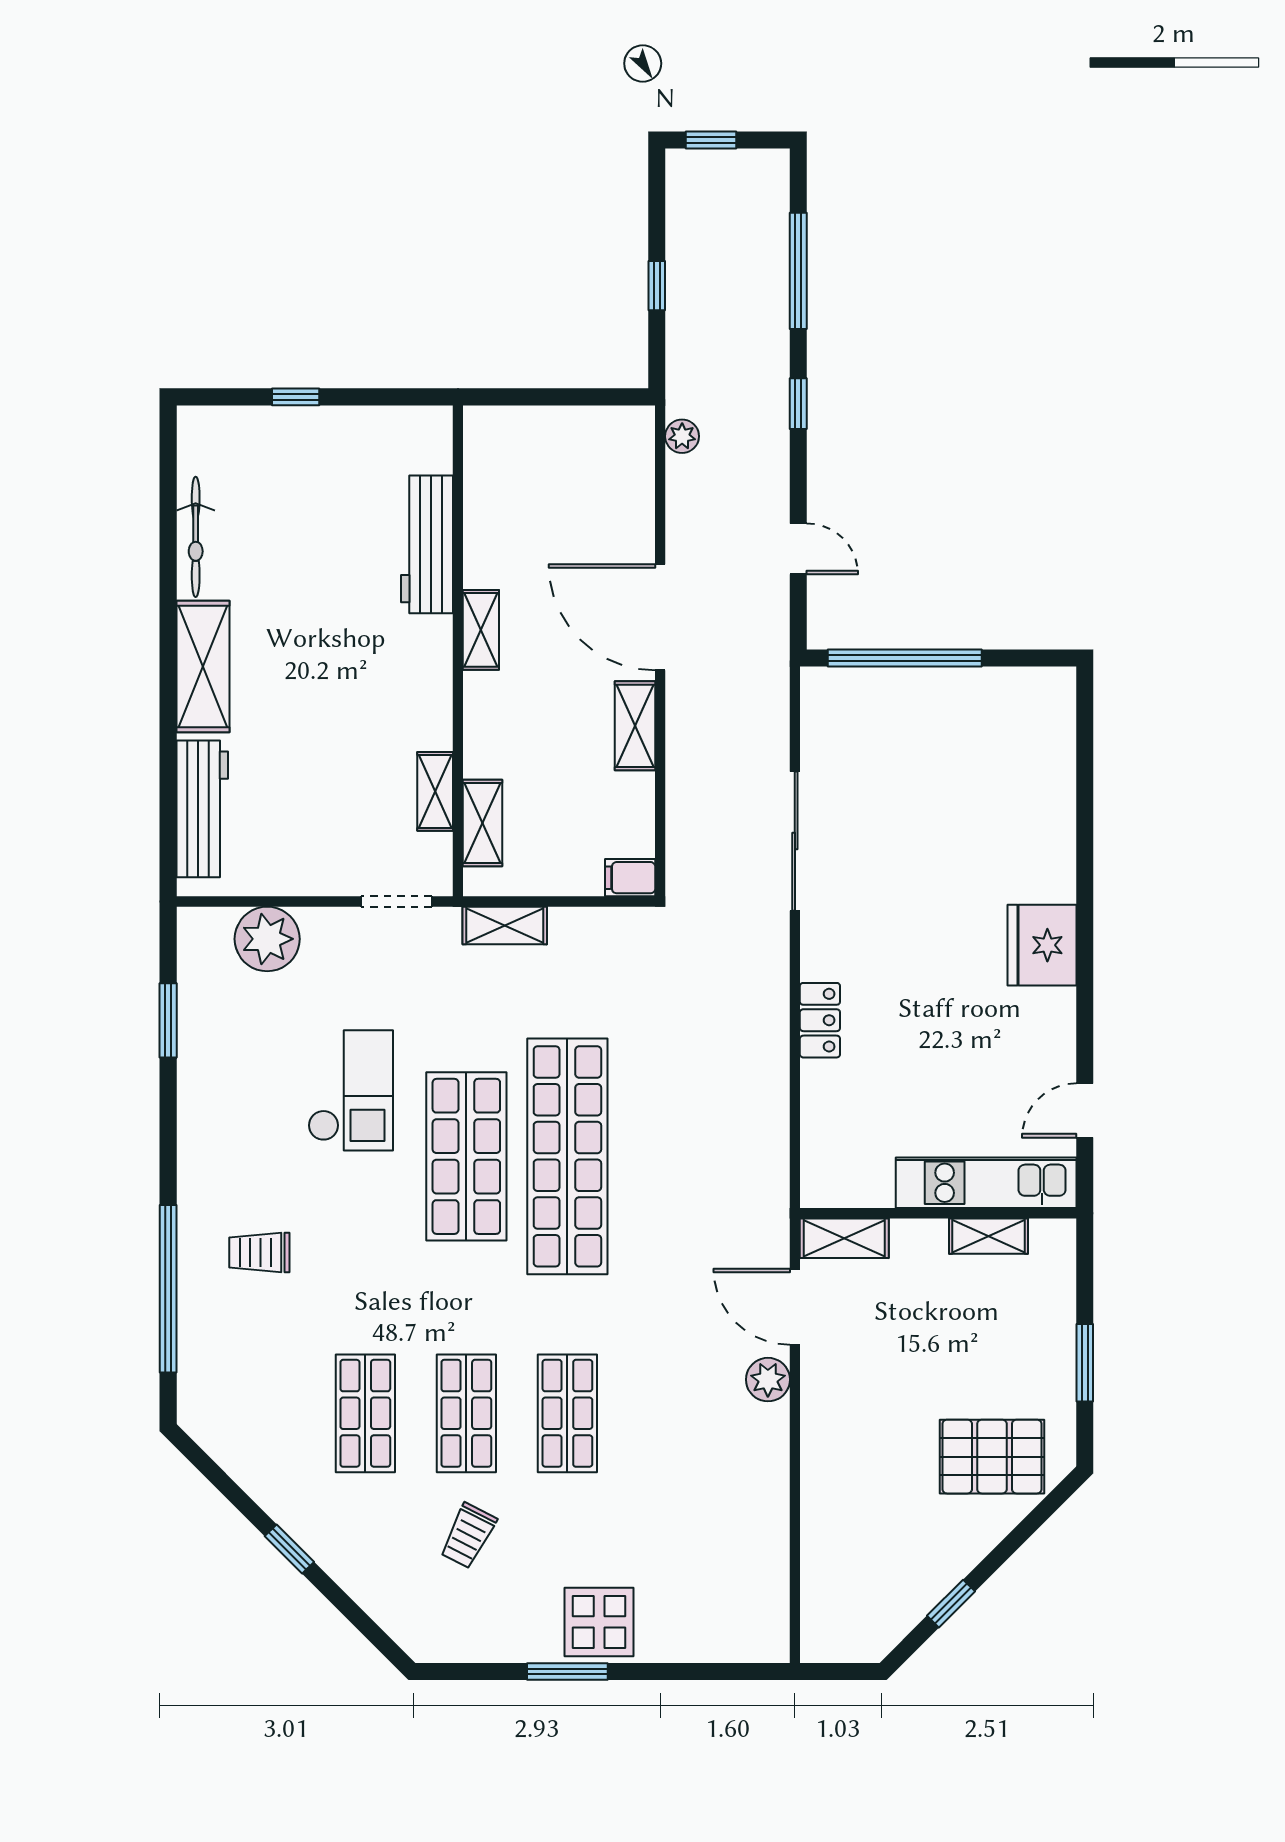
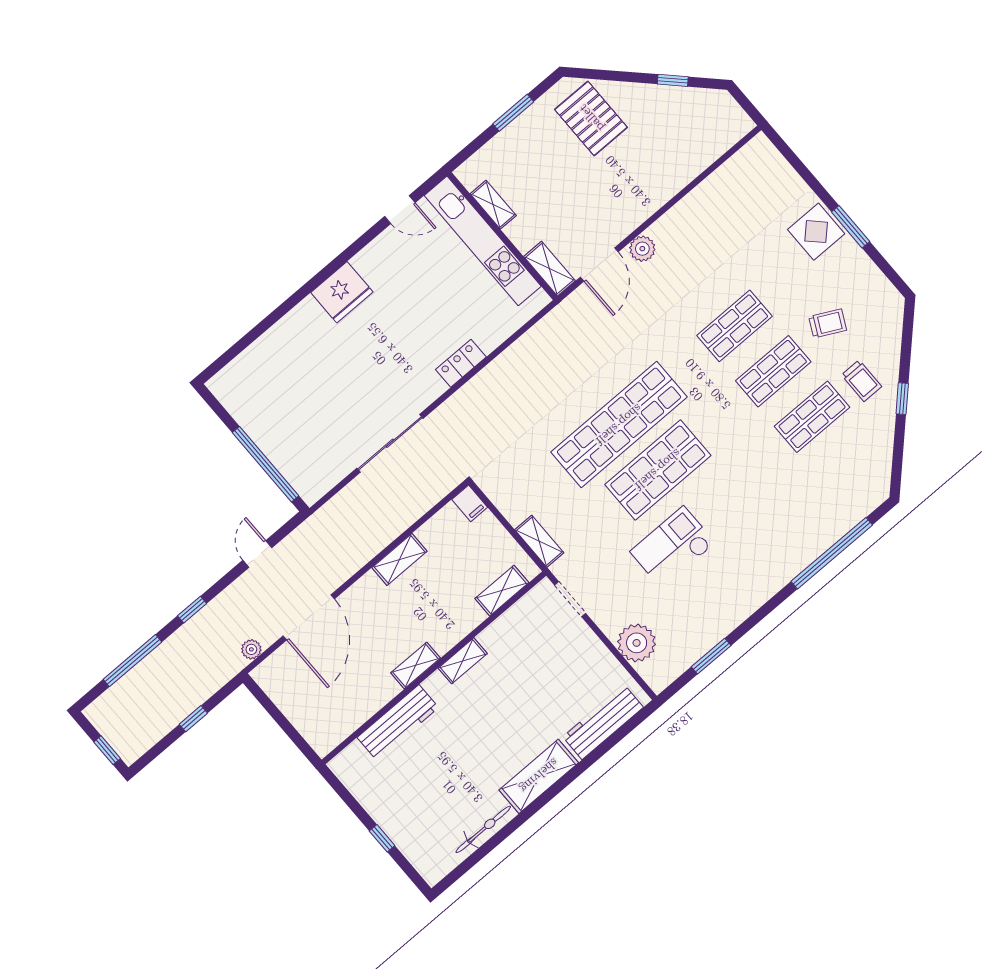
door: (660, 617) -> (309, 617), moved
shelving: (435, 791) -> (463, 661), moved
kitchen unit: (986, 1183) -> (483, 241), width x1.36
trolley: (259, 1252) -> (862, 381), moved

